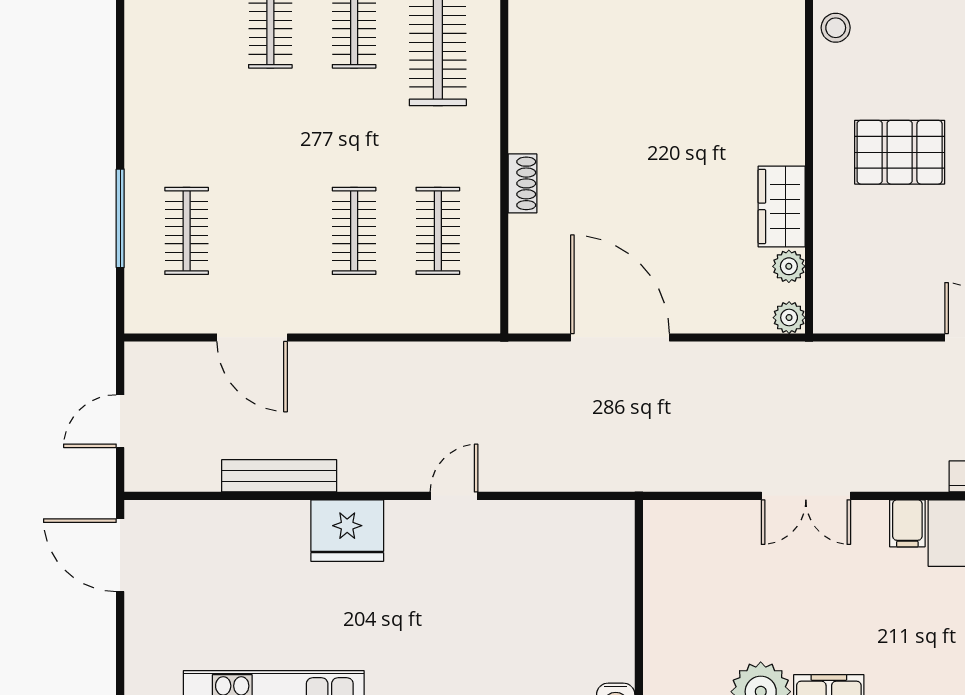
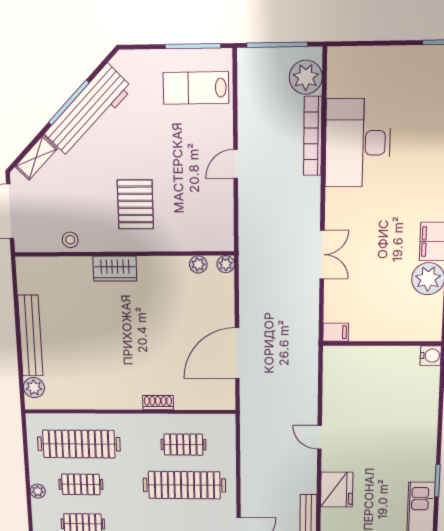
wardrobe: (782, 206) -> (115, 269), moved
clothes rail: (354, 231) -> (184, 485), width x1.86, depth x1.31
filing cabinet: (907, 523) -> (336, 332), moved

